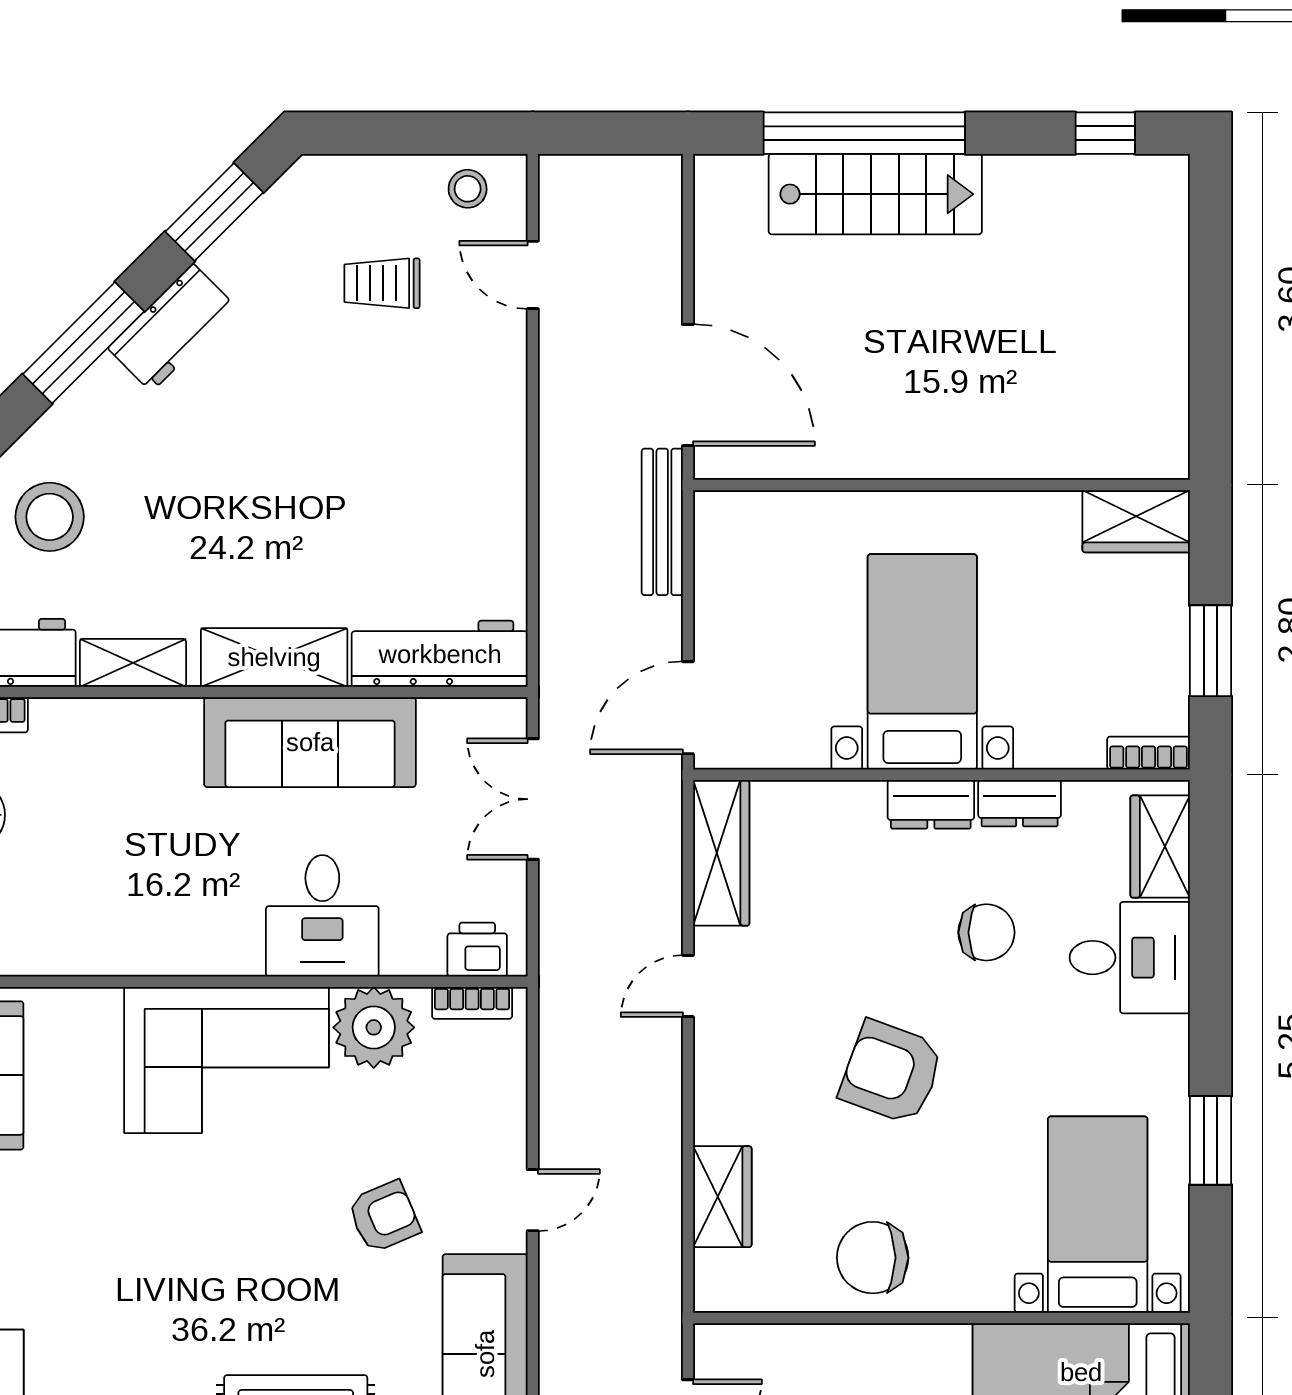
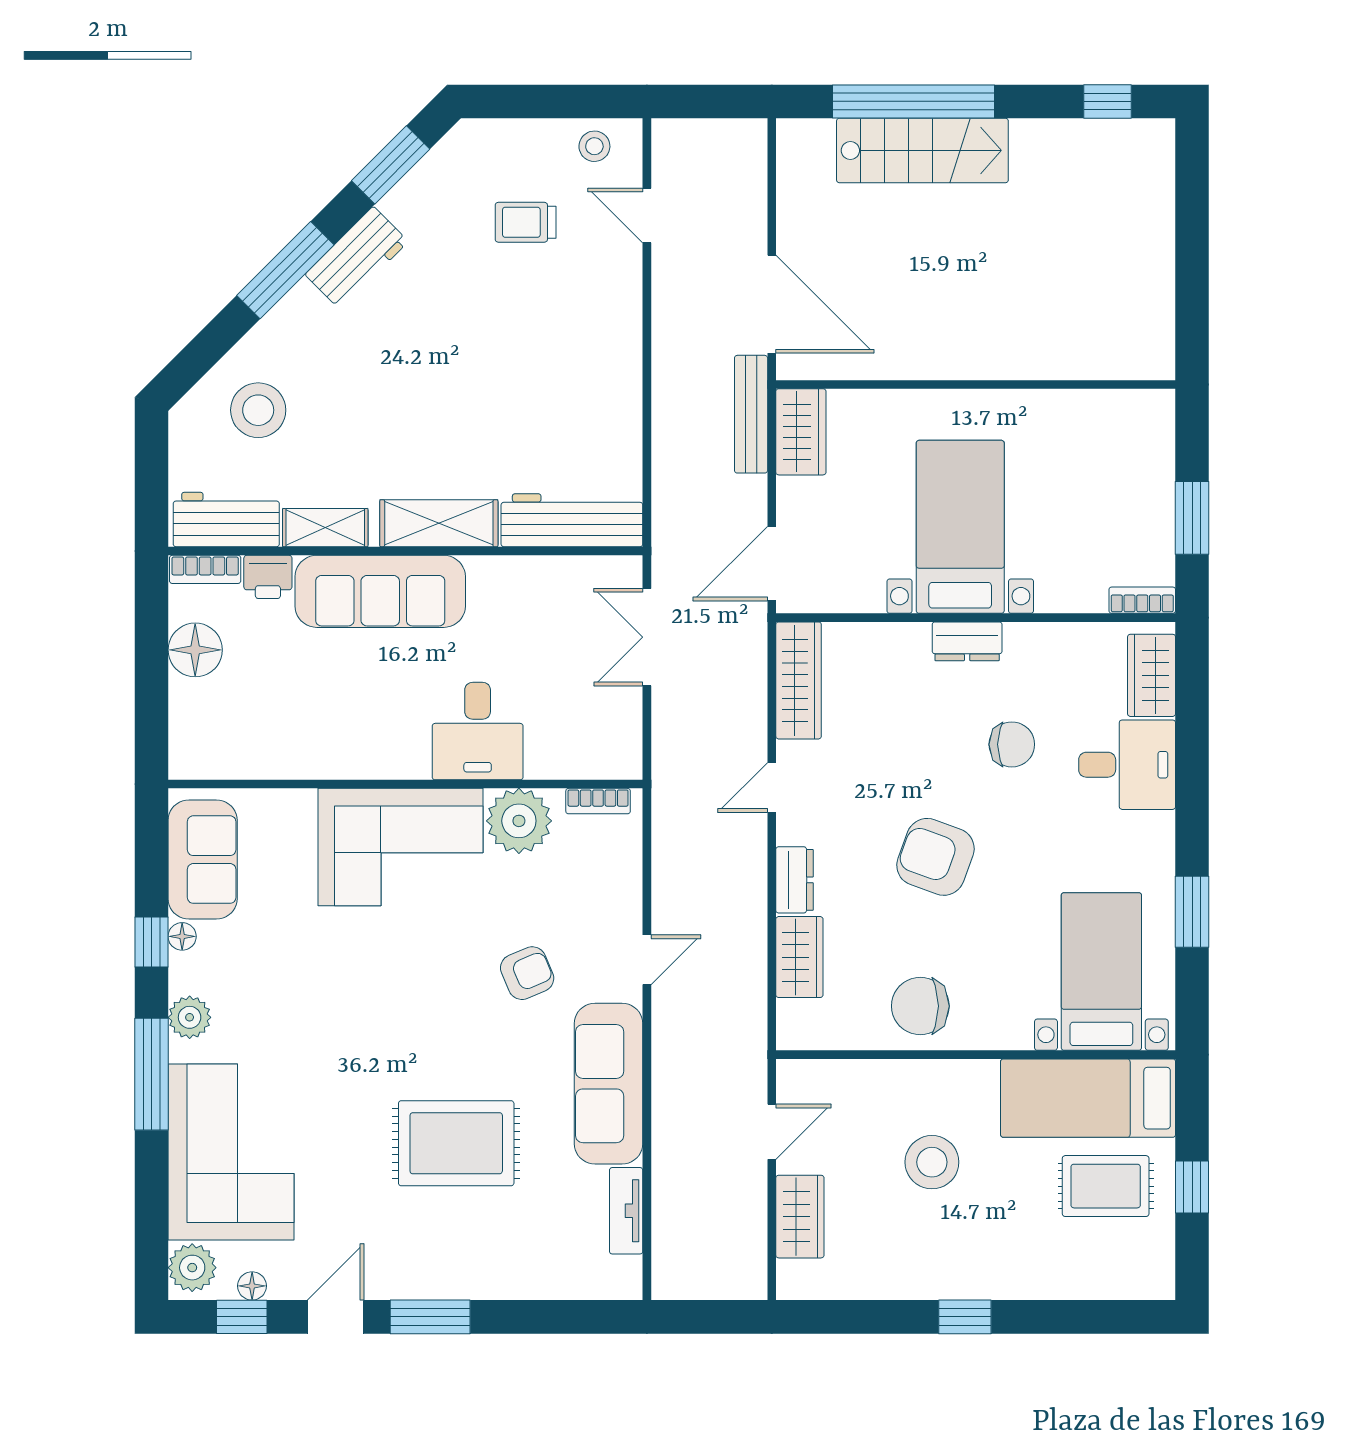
wardrobe: (1136, 521) -> (801, 432), moved, turned -90
sofa: (310, 742) -> (380, 591), moved
dresser: (1020, 803) -> (795, 880), moved, turned -90
printer: (477, 950) -> (268, 577), moved, turned 180

